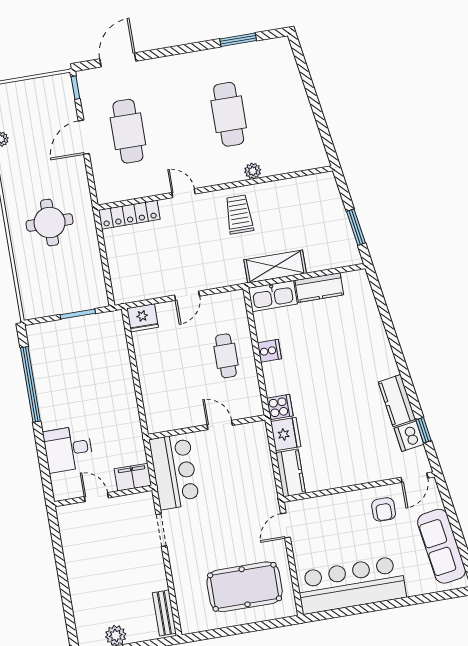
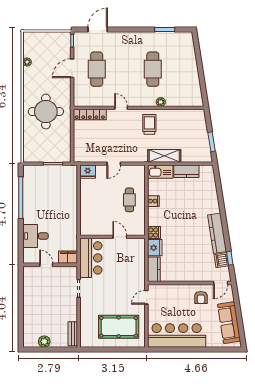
round table: (50, 223) -> (46, 112), width x1.36, depth x1.36
kitchen counter: (397, 401) -> (217, 233), width x1.50

